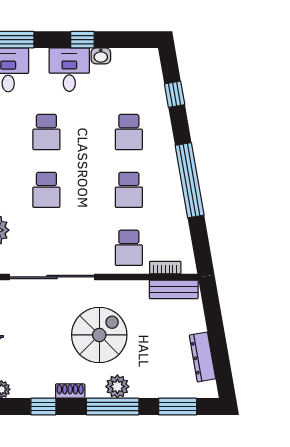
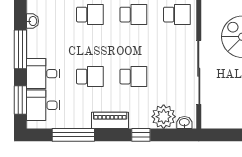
window: (82, 40) -> (20, 49), width x2.17
washbasin: (101, 56) -> (33, 21), moved
desk: (69, 70) -> (43, 74), moved

